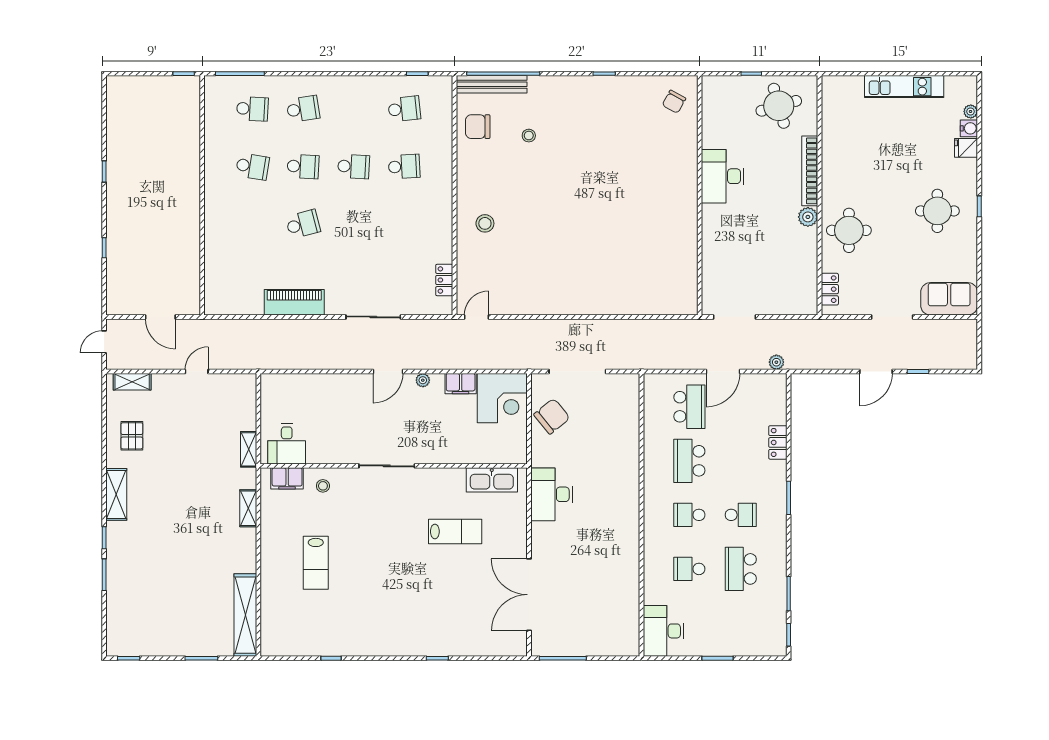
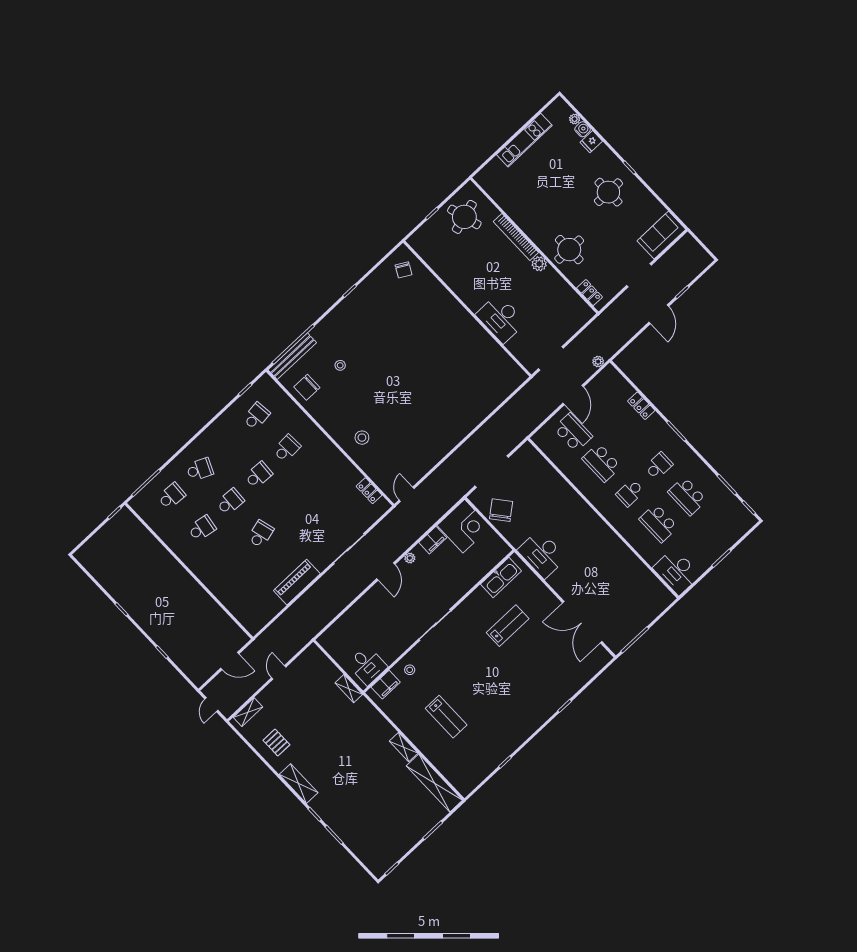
school desk: (303, 109) -> (200, 469), turned 33
desk: (723, 176) -> (501, 319), moved
shelving: (248, 508) -> (404, 747), moved
school desk: (689, 569) -> (658, 523), width x1.85

